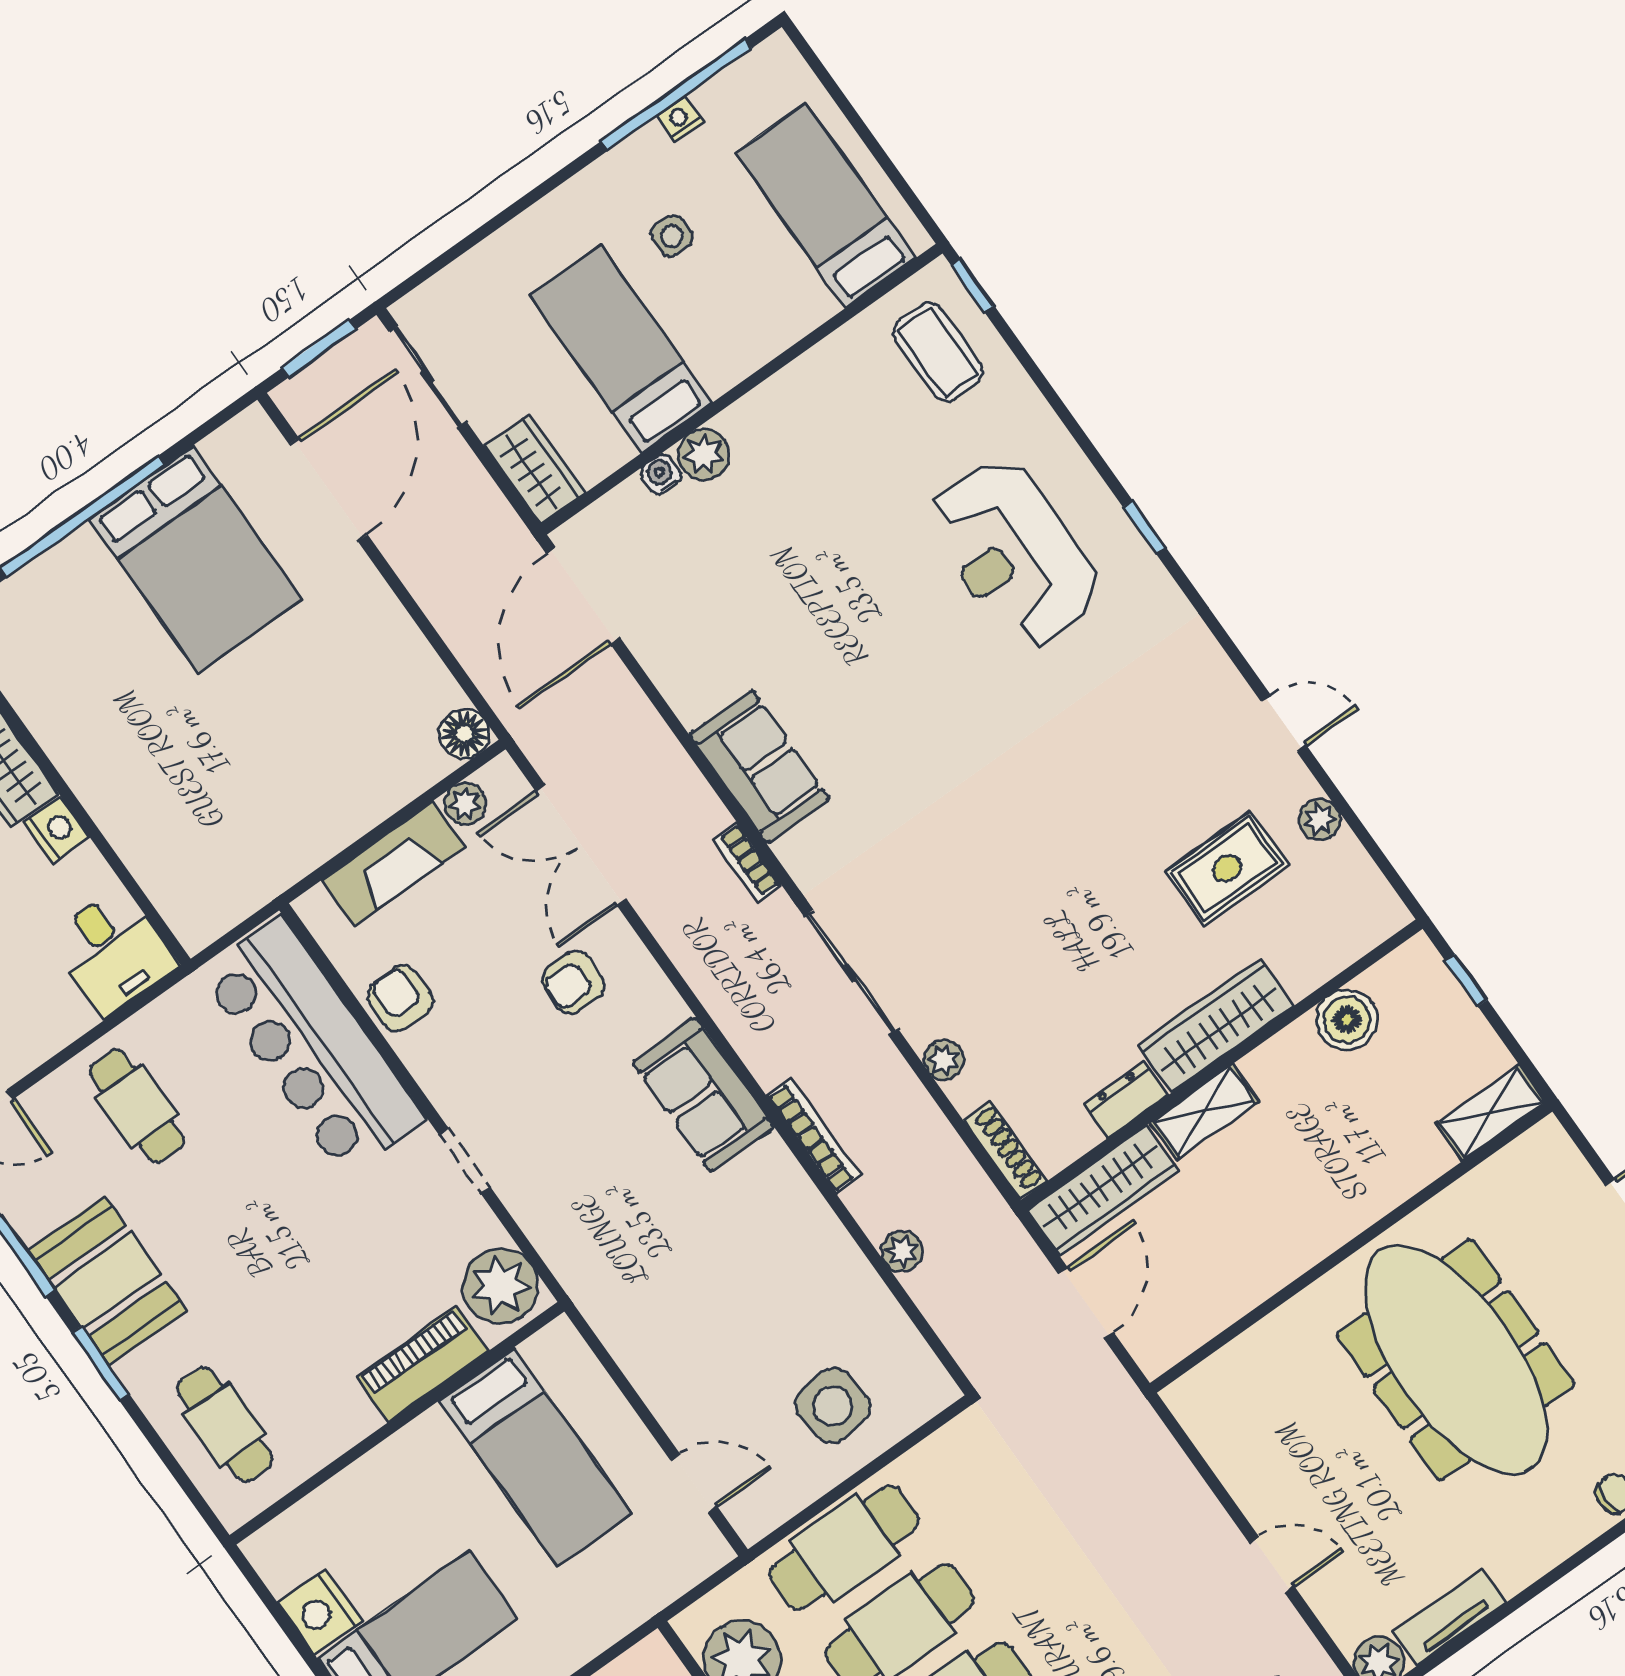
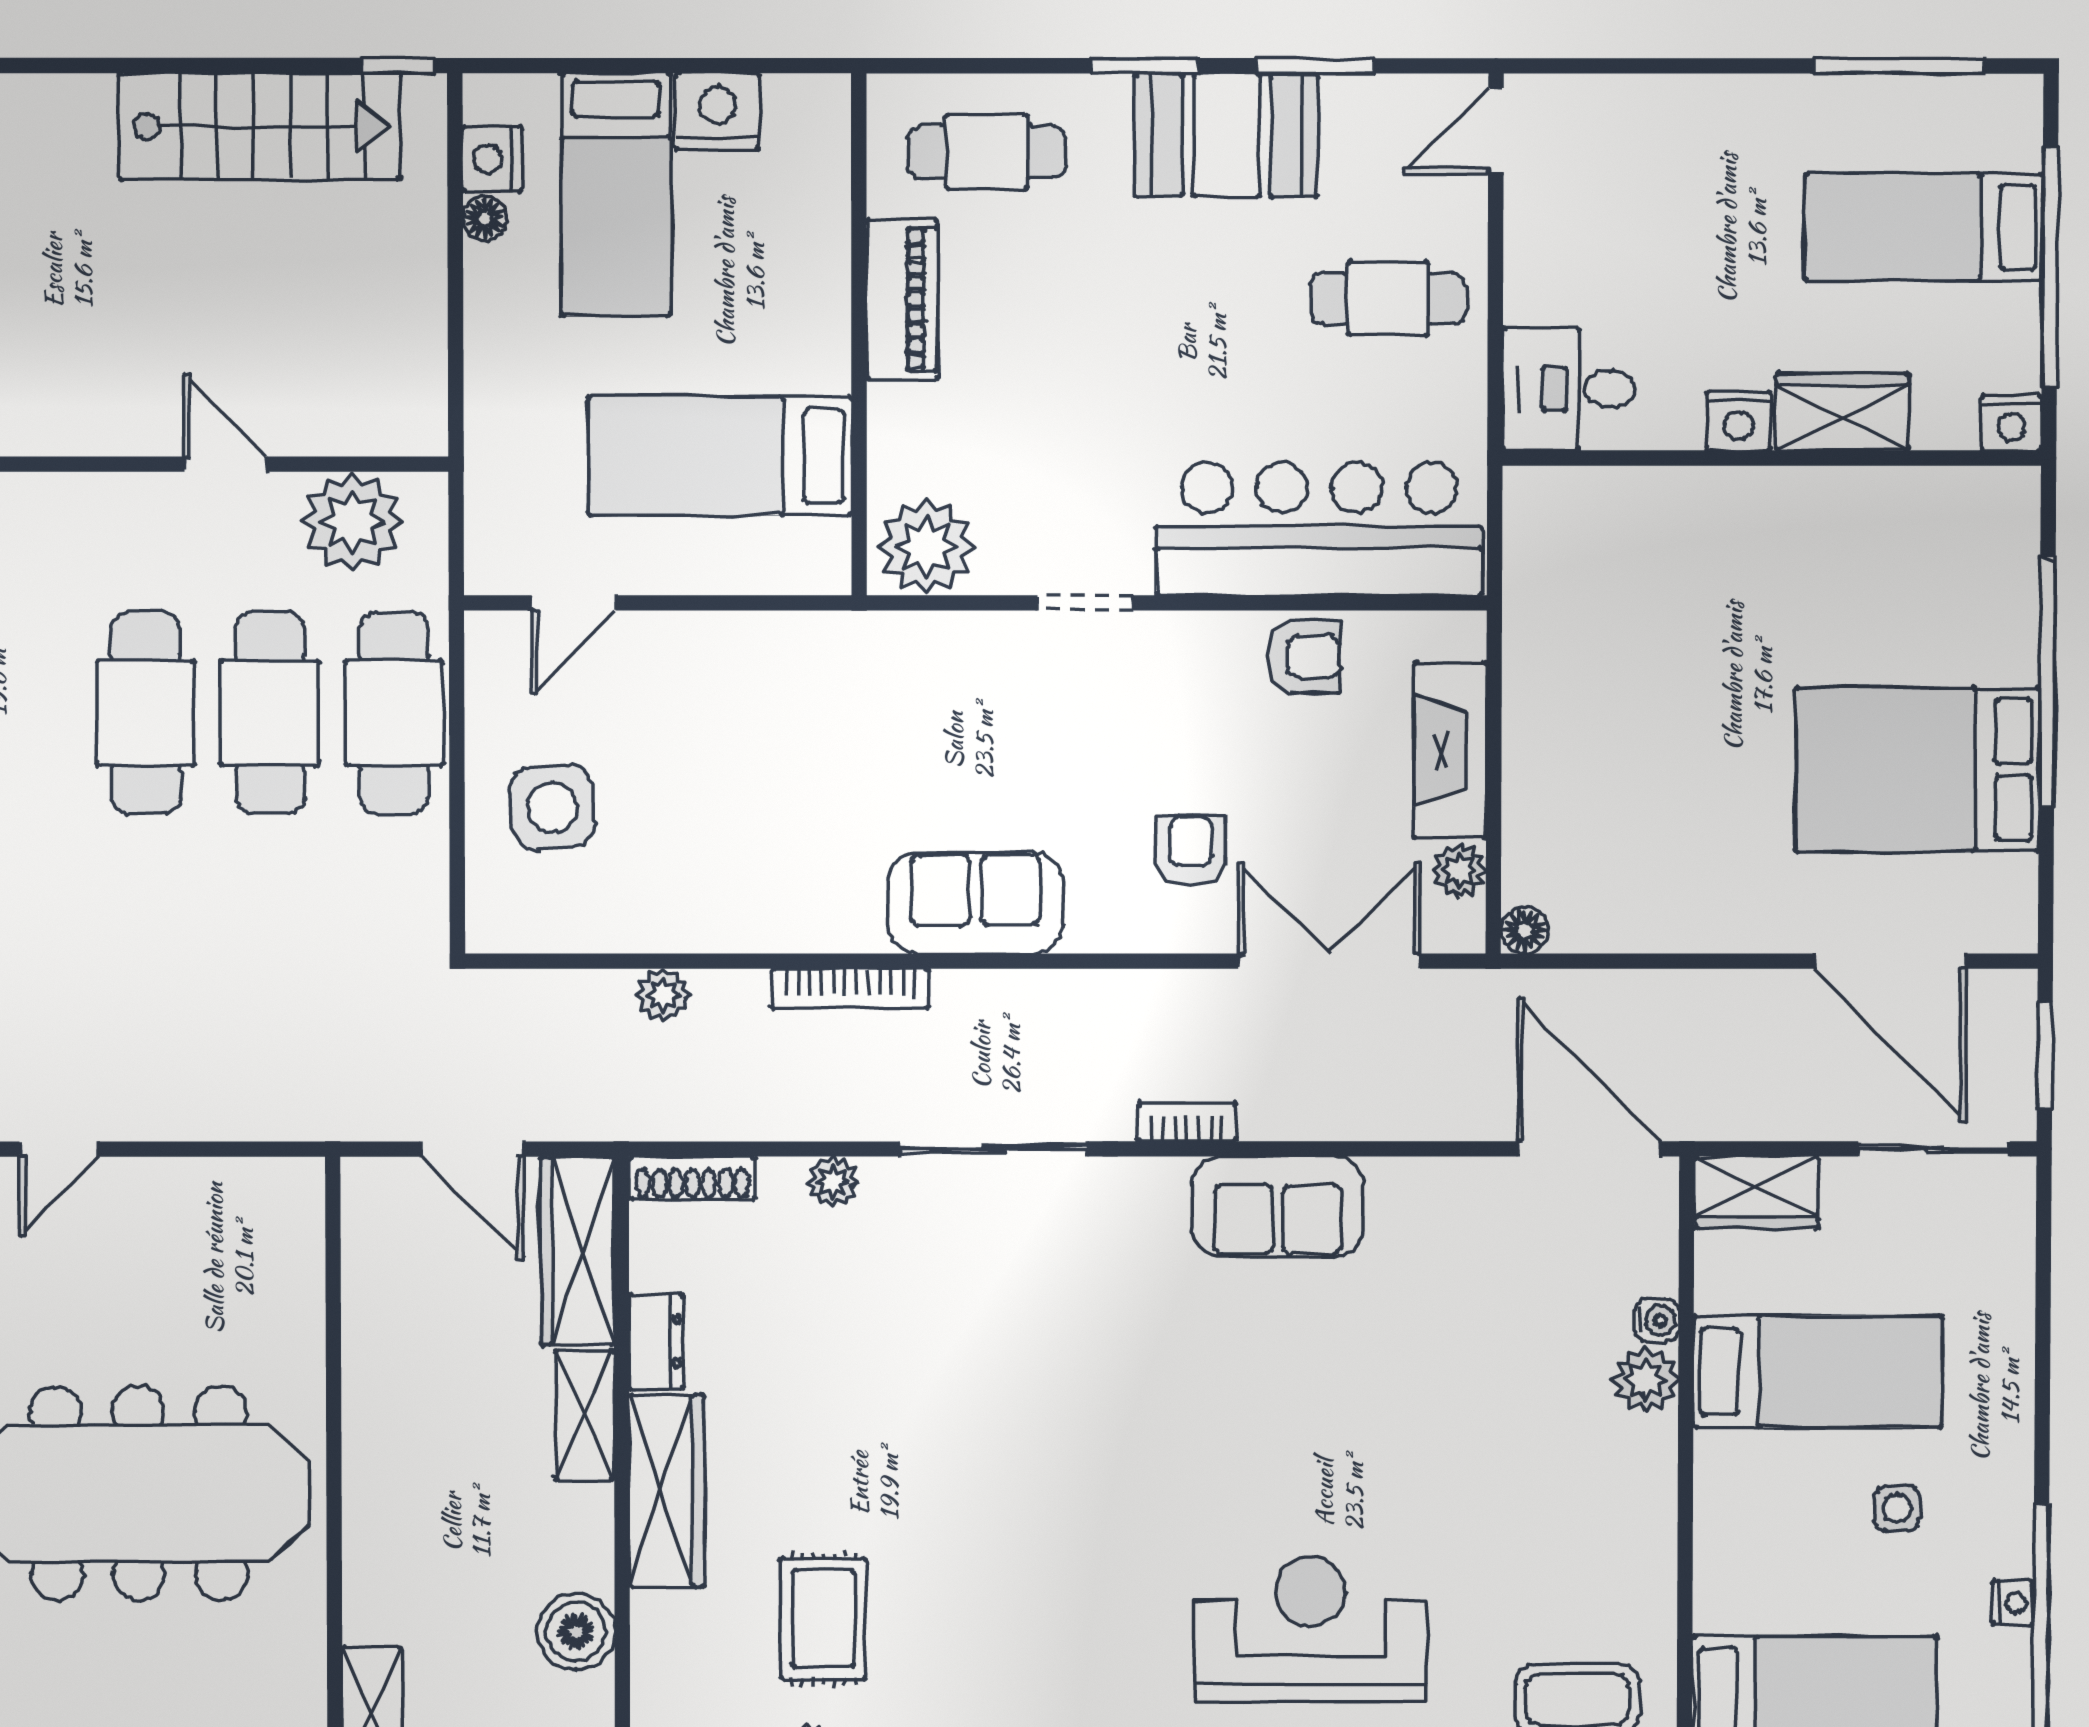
floor lamp: (464, 734) -> (1524, 930), width x0.73, depth x0.73
piano: (422, 1364) -> (902, 299), moved

